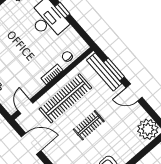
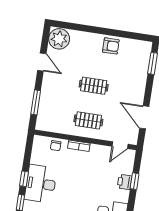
bench: (104, 72) -> (44, 108), removed
door: (134, 93) -> (42, 62), moved
clothes rail: (65, 98) -> (88, 120), width x0.54, depth x0.76

